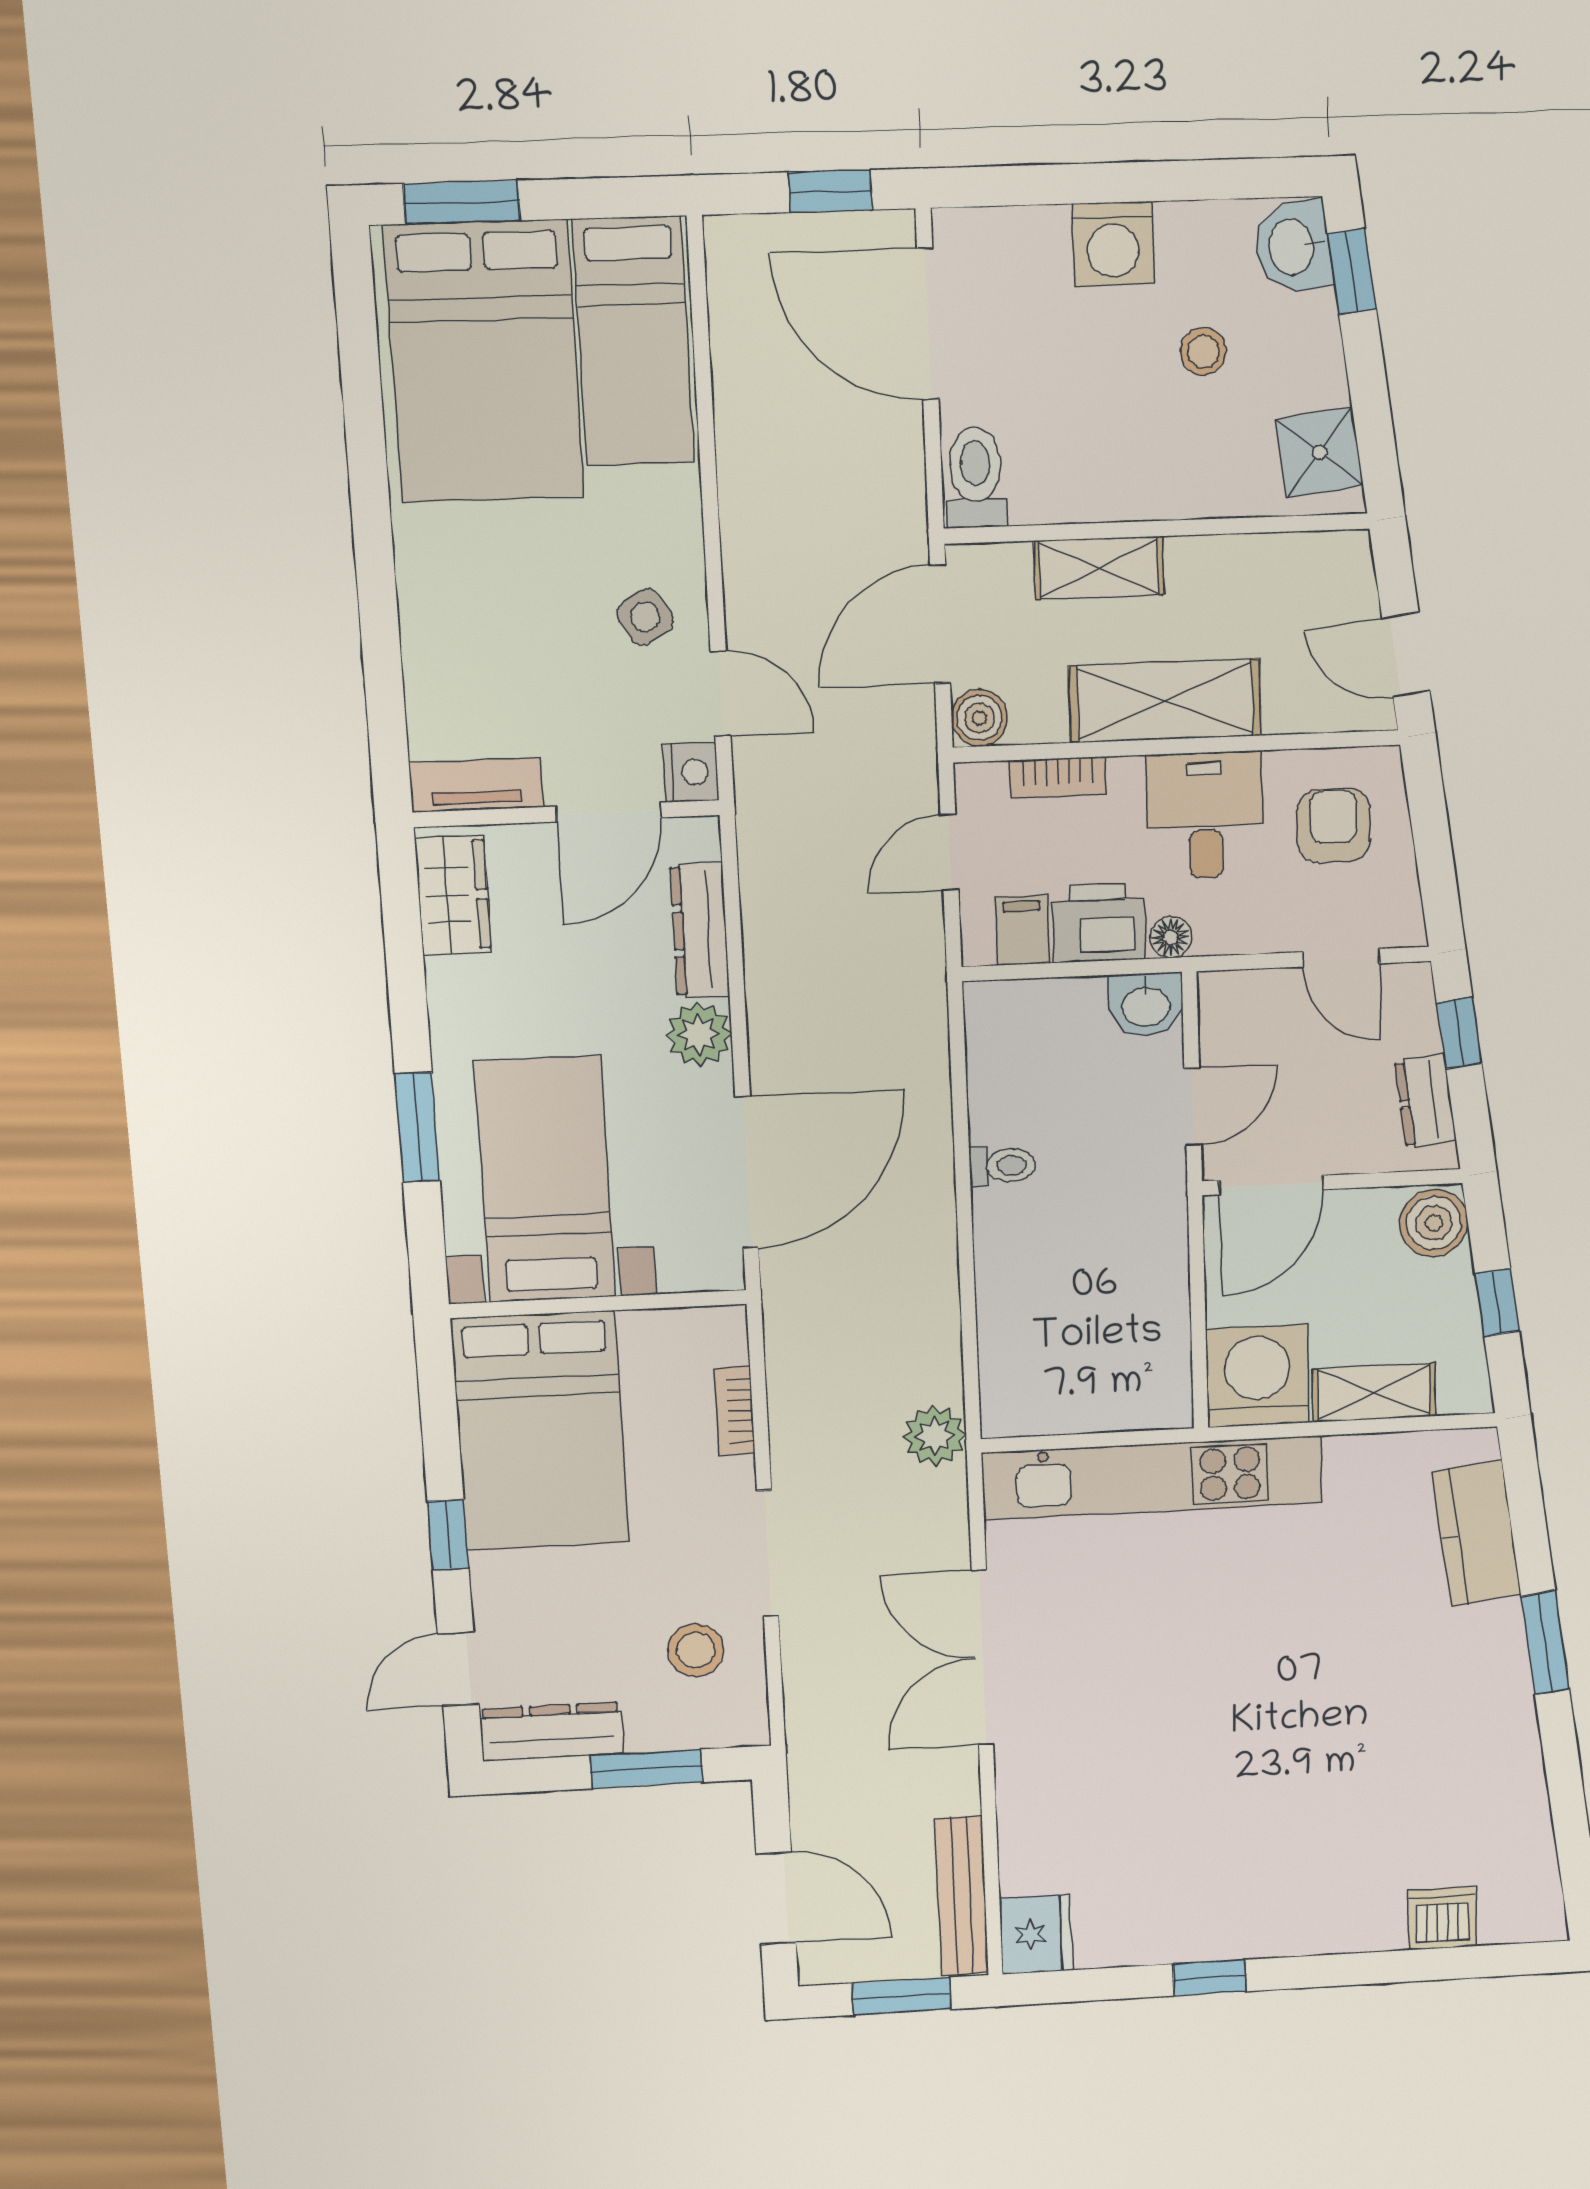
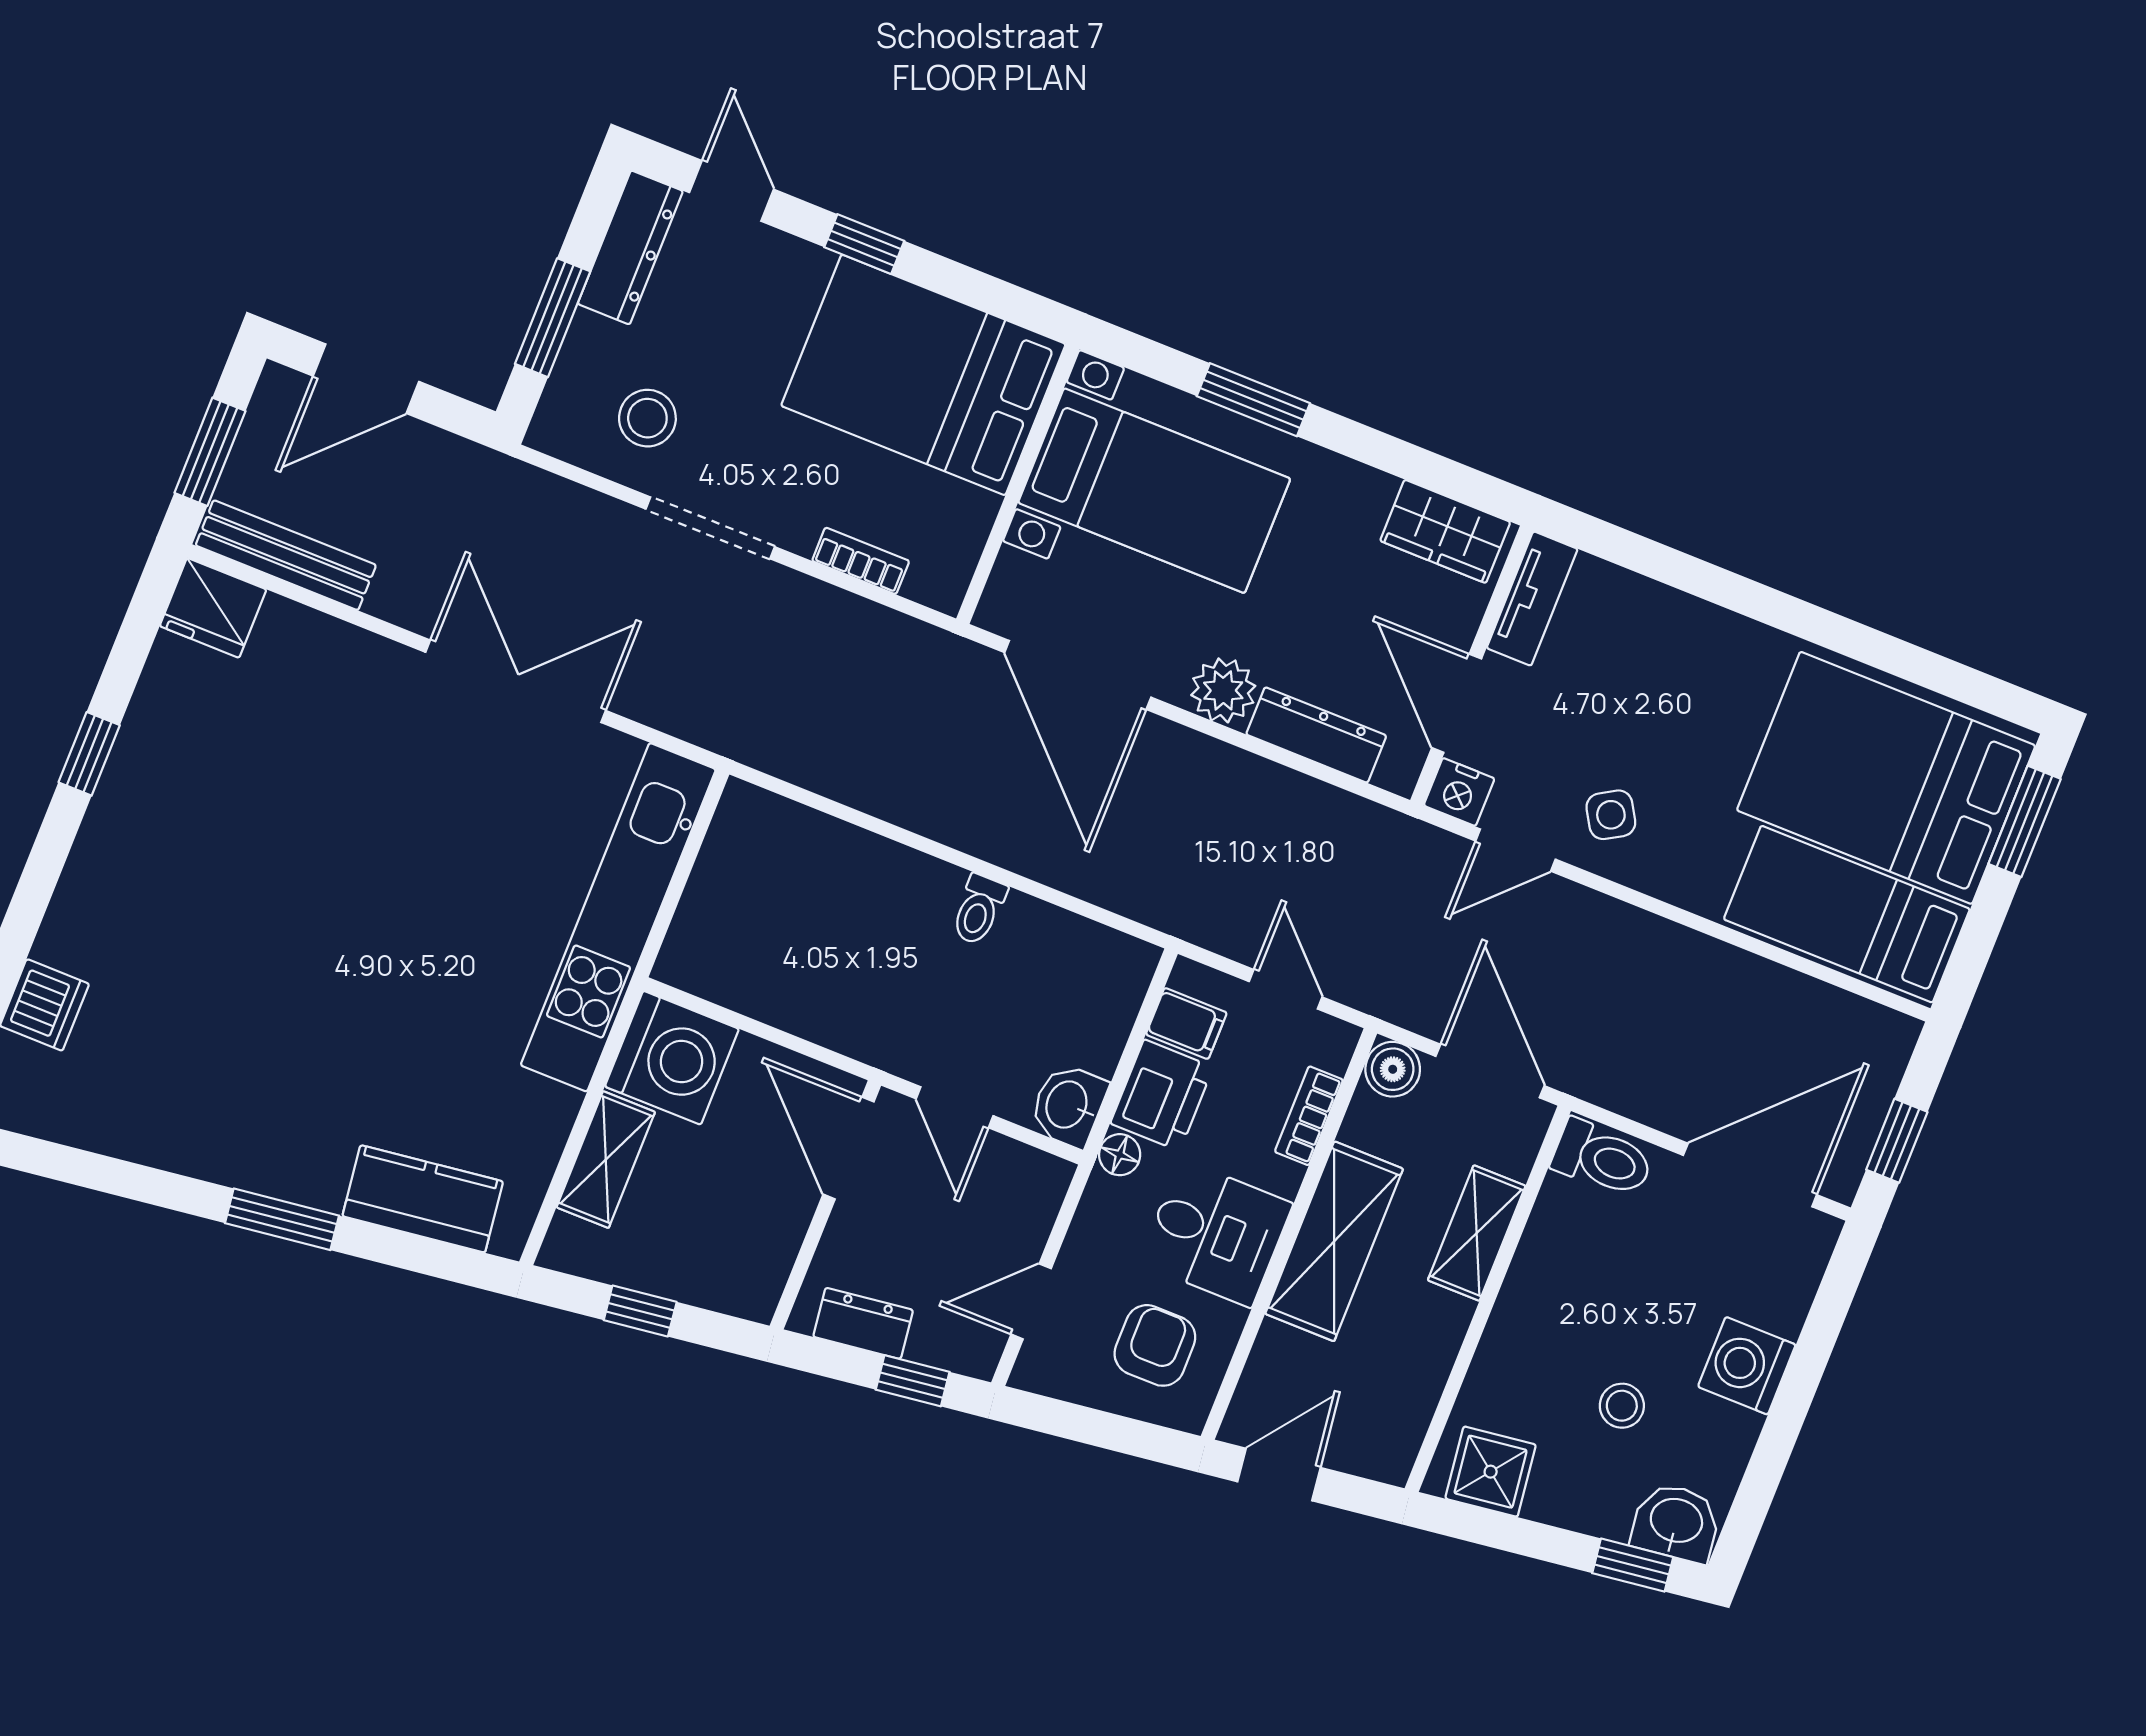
armchair: (1334, 825) -> (1155, 1345), turned -90
boiler: (1434, 1223) -> (744, 1283), removed
plant: (935, 1436) -> (752, 734), removed

